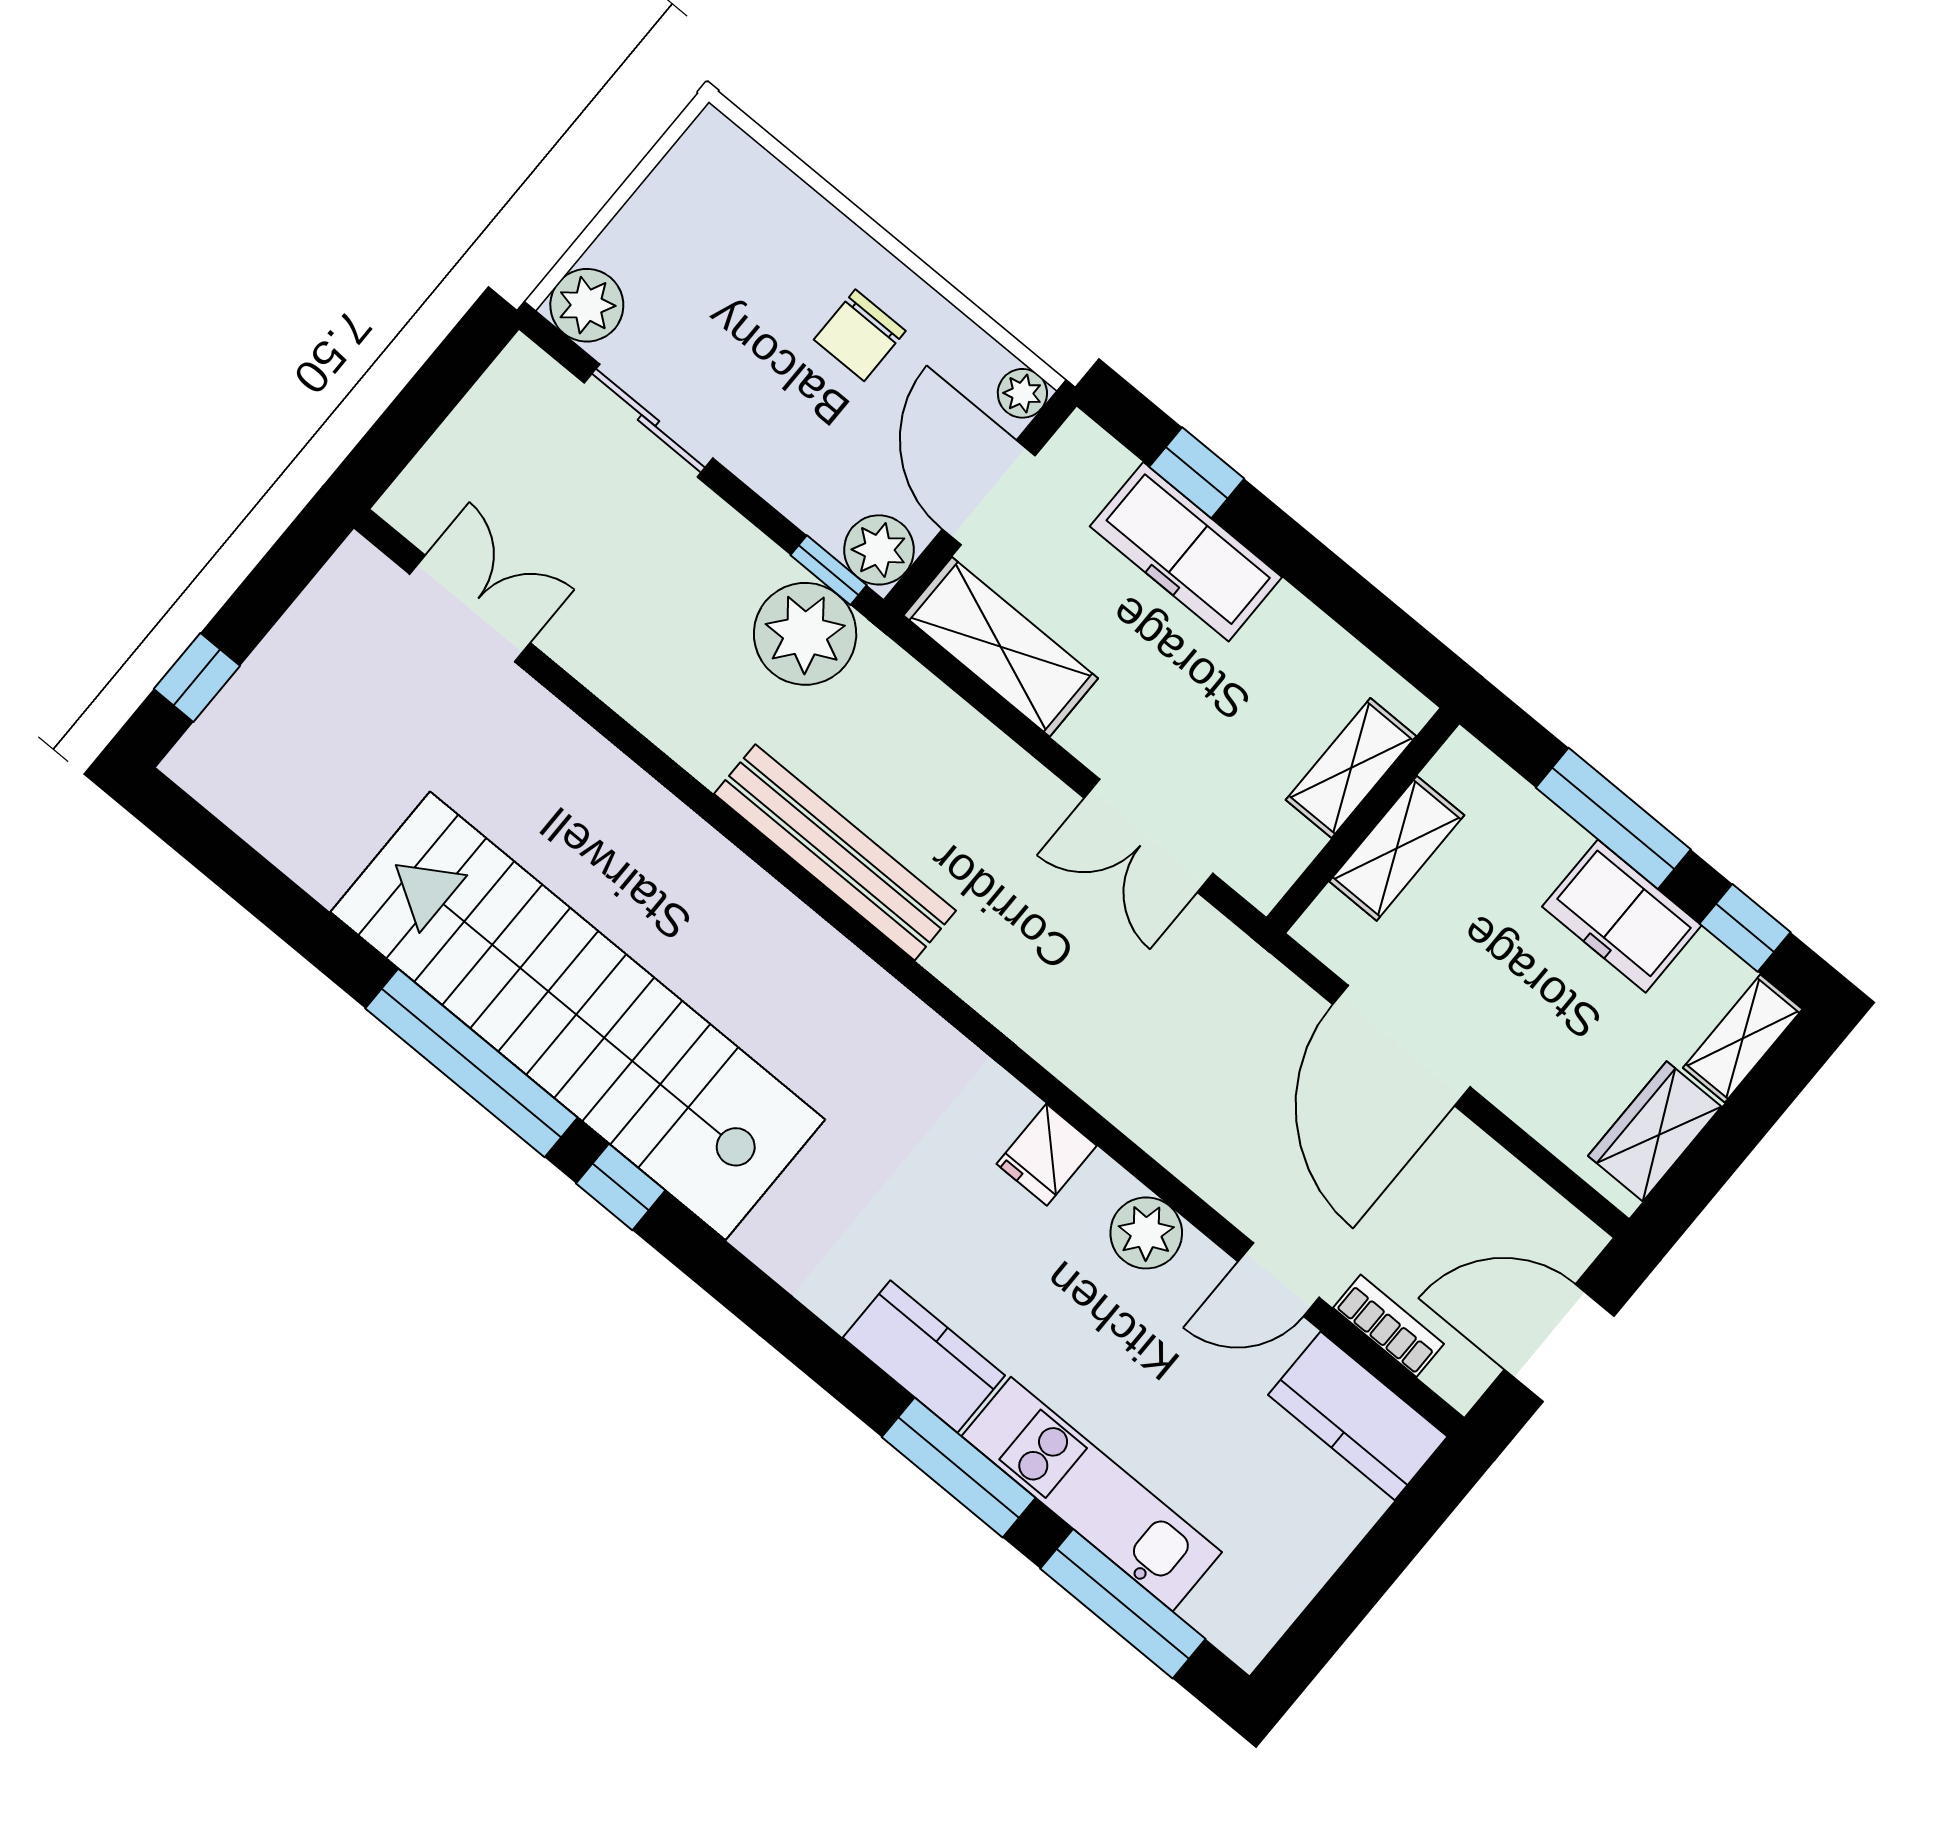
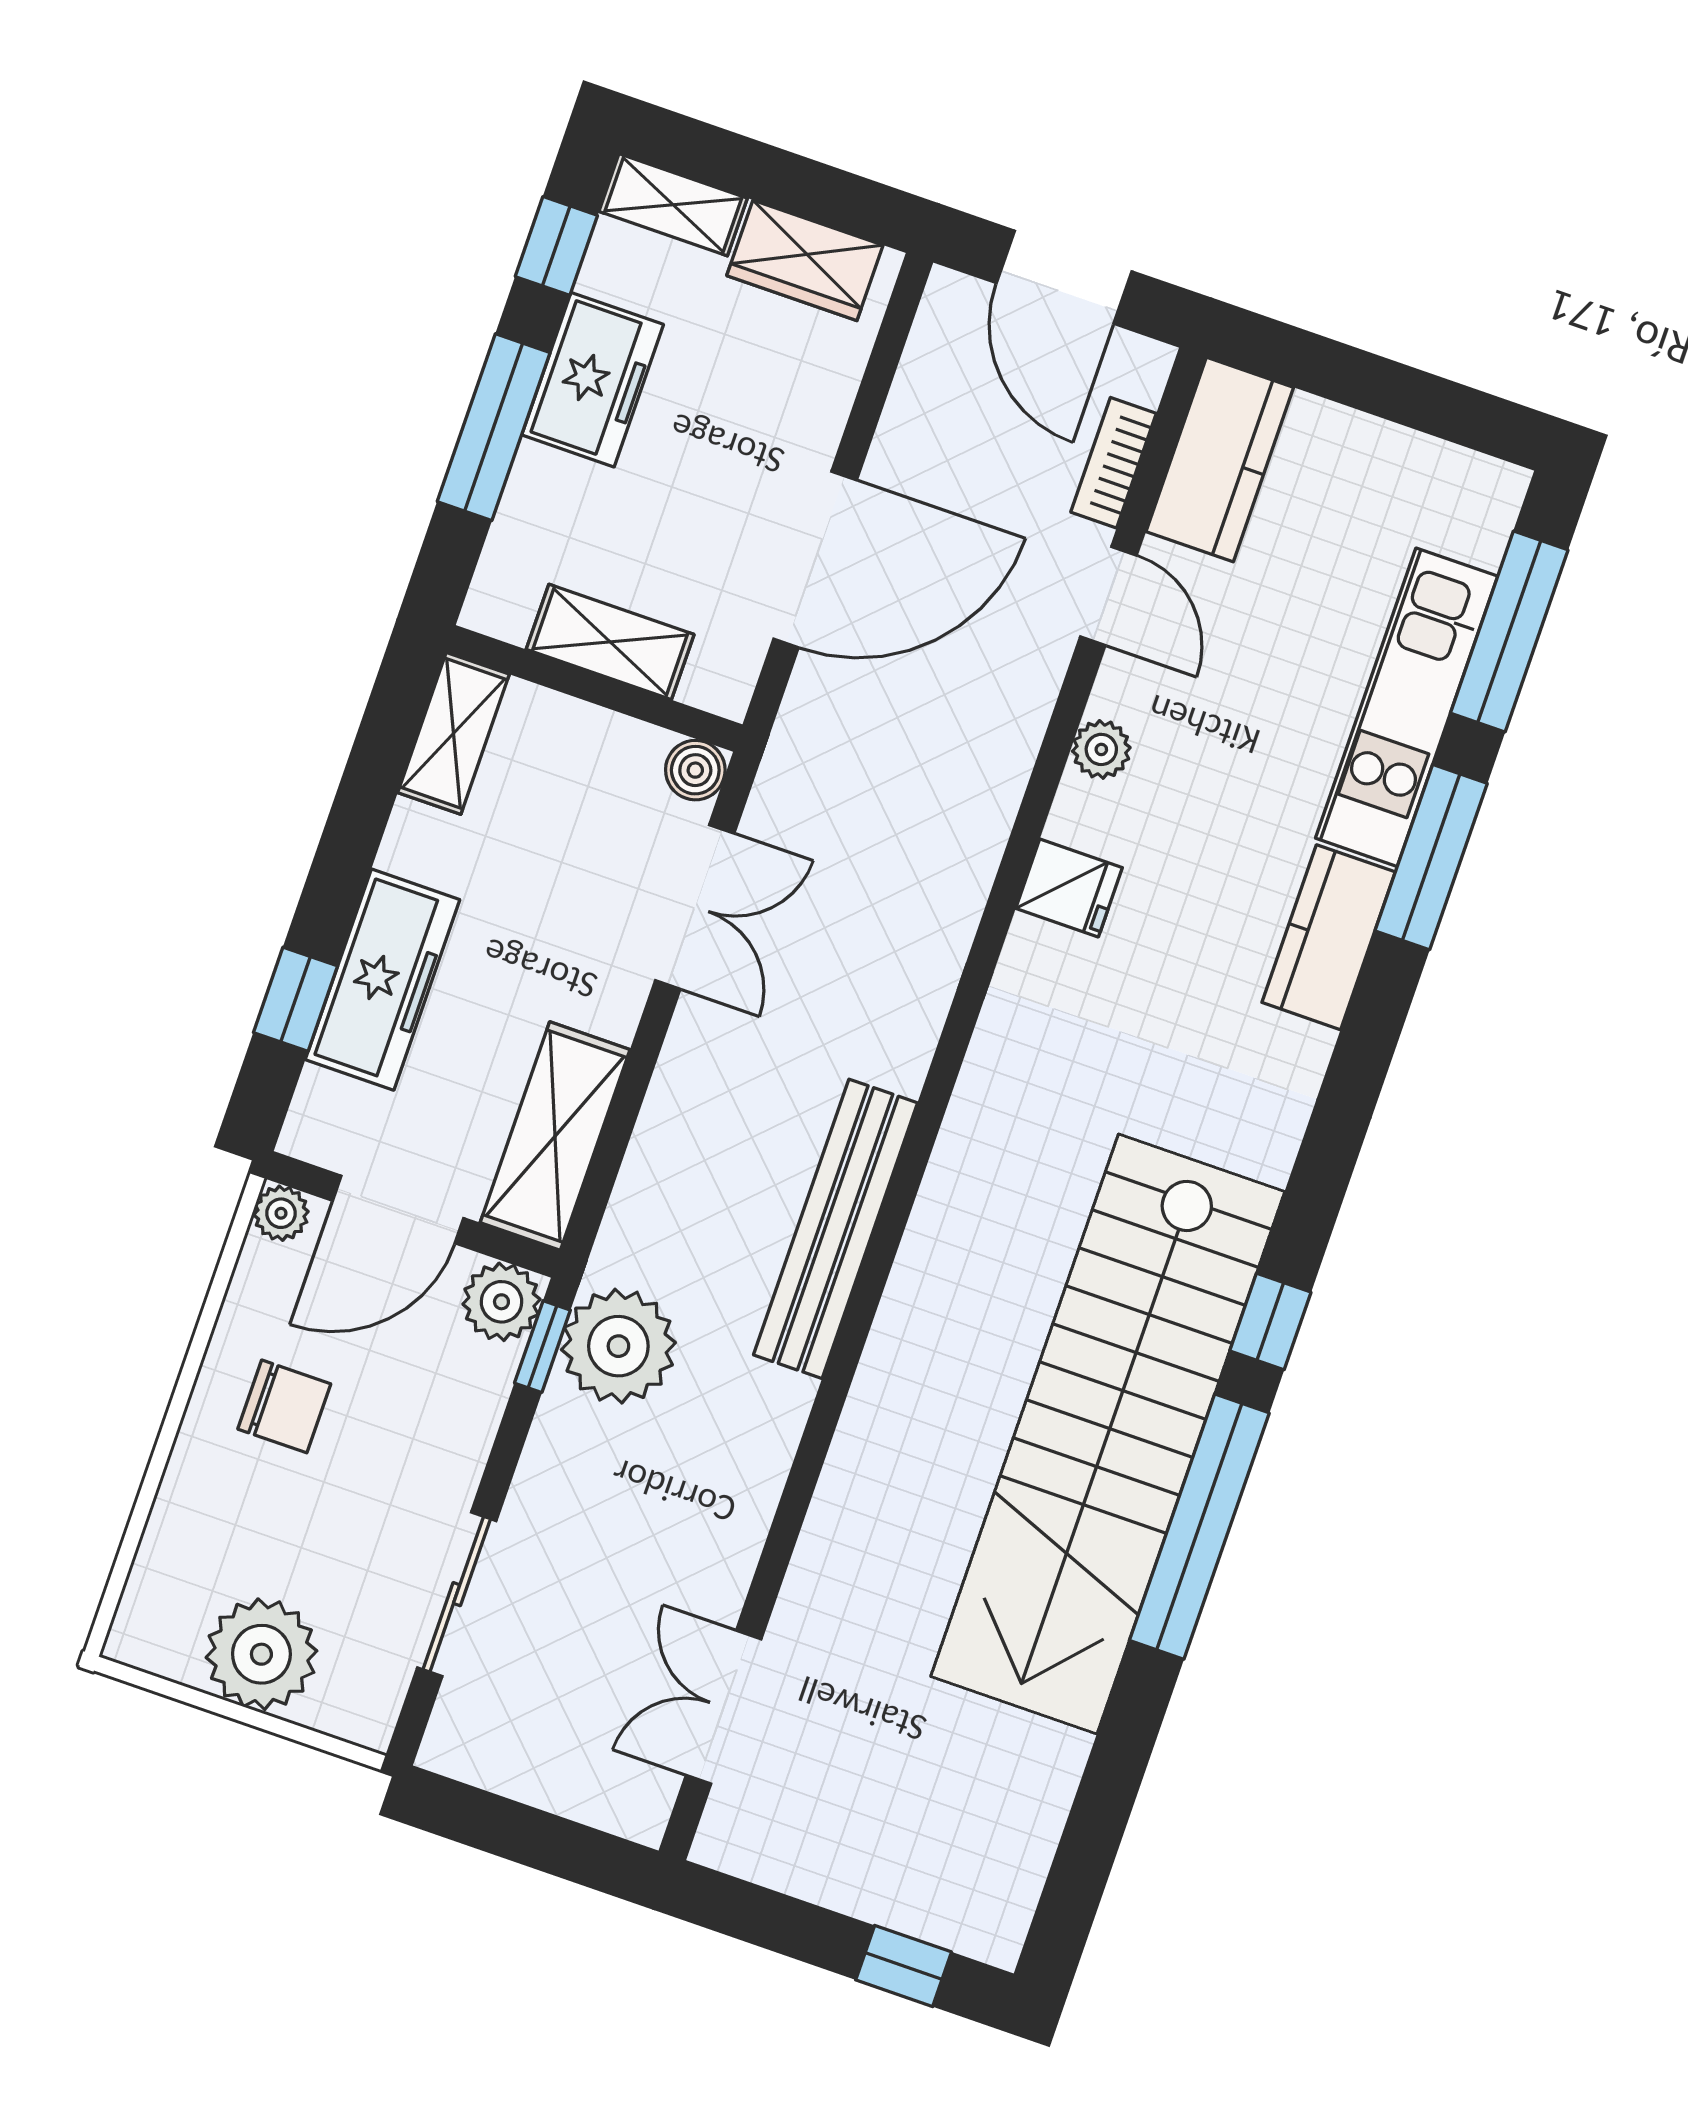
plant: (587, 305) -> (261, 1654), moved, width x1.36, depth x1.36
shelving: (1351, 768) -> (453, 733), moved, turned 90
boiler: (1263, 879) -> (695, 770), added
plant: (1146, 1233) -> (1101, 749), width x0.73, depth x0.73

